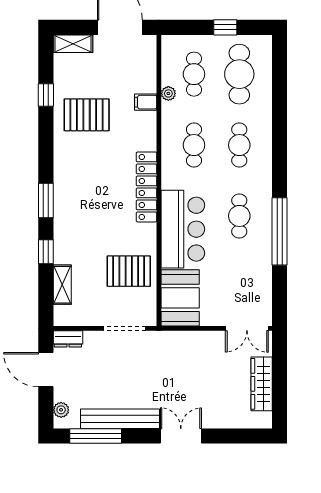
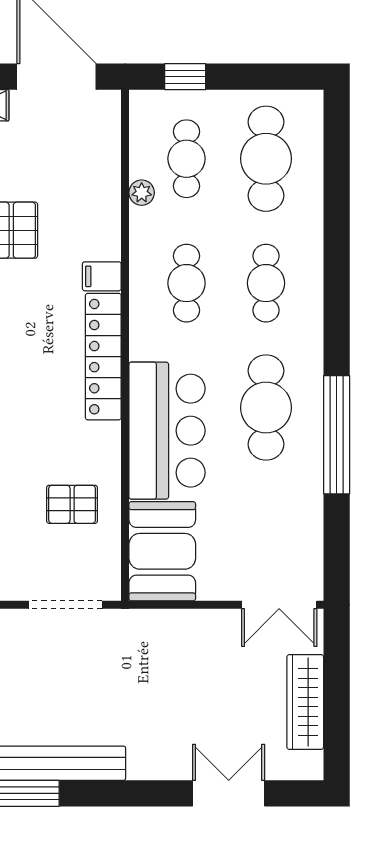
window: (225, 27) -> (185, 77), moved
filing cabinet: (146, 102) -> (102, 276), moved
cafe table: (239, 216) -> (266, 408), width x1.37, depth x1.35
pallet: (129, 271) -> (72, 504), width x0.67, depth x0.71
double door: (181, 436) -> (229, 793), moved

